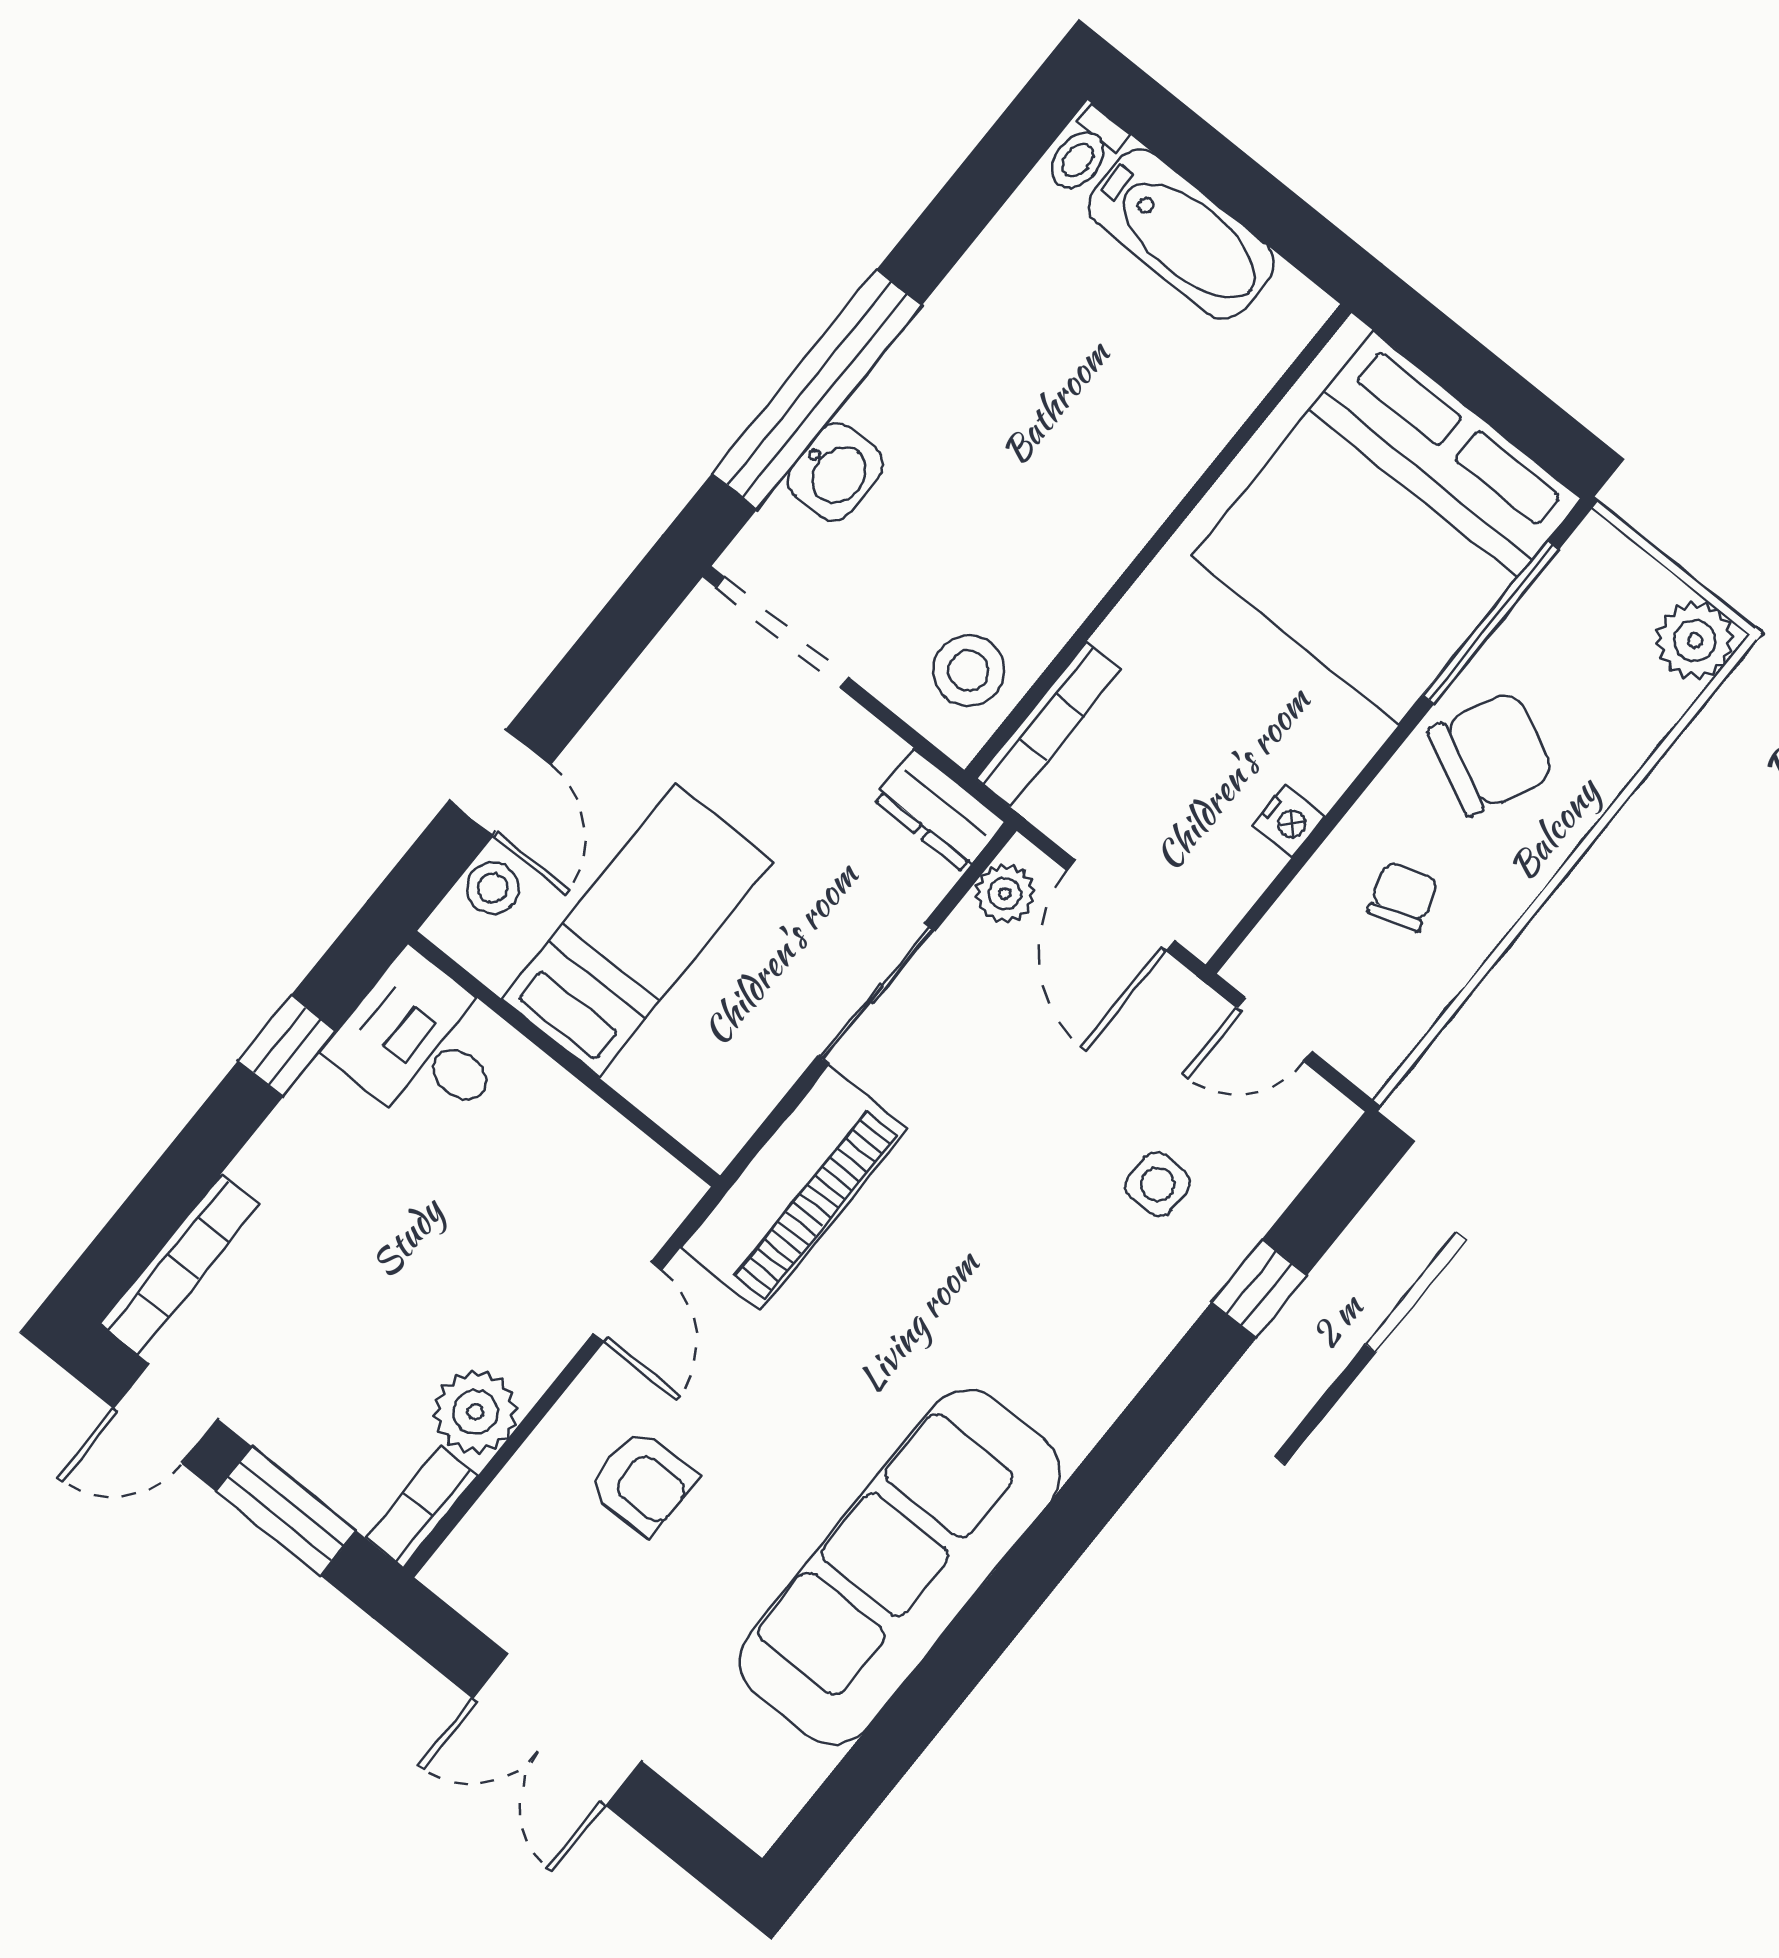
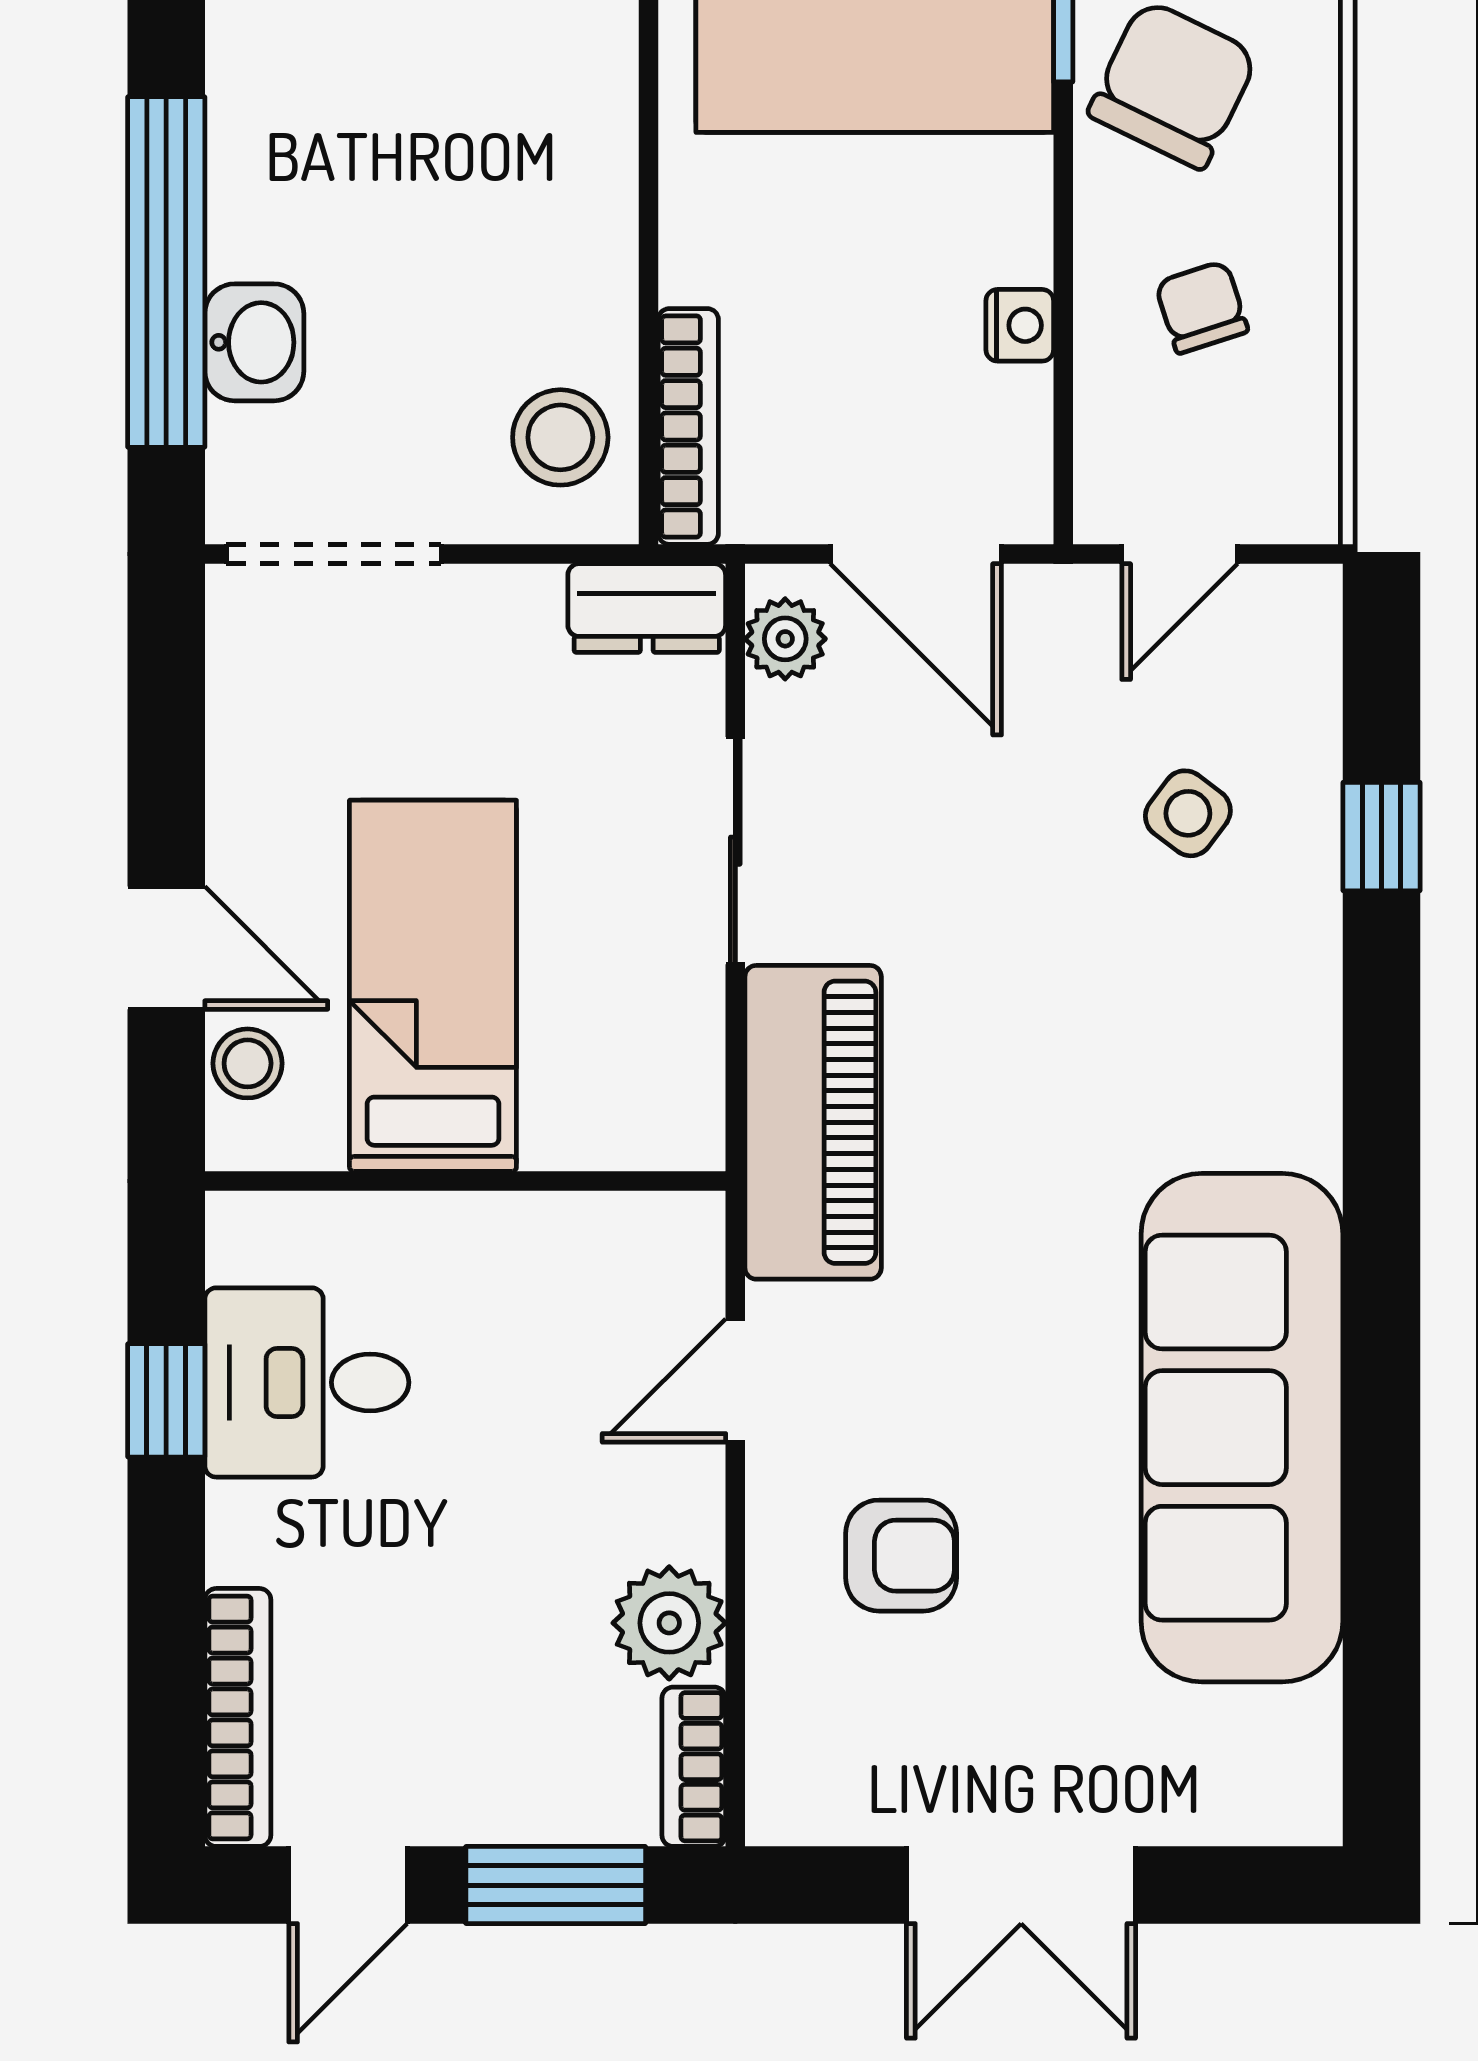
desk: (423, 1045) -> (307, 1382), moved
side table: (1157, 1184) -> (1188, 813), turned 37
door: (628, 1302) -> (735, 1381), swing flipped

